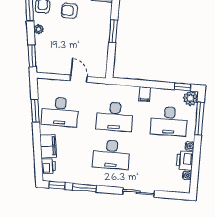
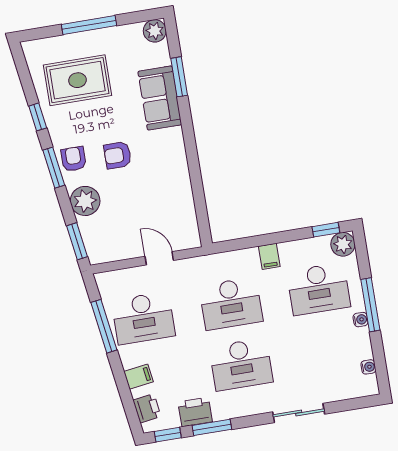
plant: (39, 29) -> (85, 201), width x1.87, depth x1.87
window: (113, 31) -> (195, 170), removed
window: (35, 111) -> (104, 326), width x1.44
window: (199, 119) -> (370, 305), moved
filing cabinet: (48, 146) -> (138, 377), width x0.50
printer: (185, 160) -> (195, 412), moved, turned 90

